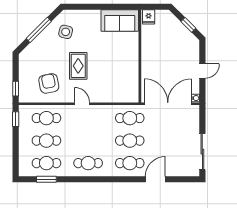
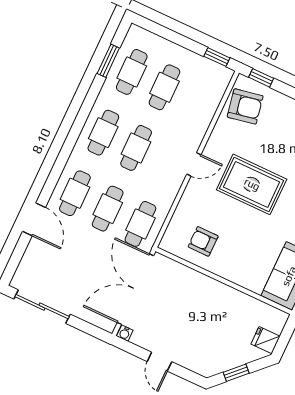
fridge: (149, 17) -> (265, 340), moved
rug: (78, 66) -> (252, 184), width x1.36, depth x1.43
armchair: (123, 78) -> (203, 241), added
armchair: (49, 83) -> (245, 106), moved
double door: (168, 104) -> (135, 289), swing flipped
cafe table: (46, 118) -> (136, 148), moved

